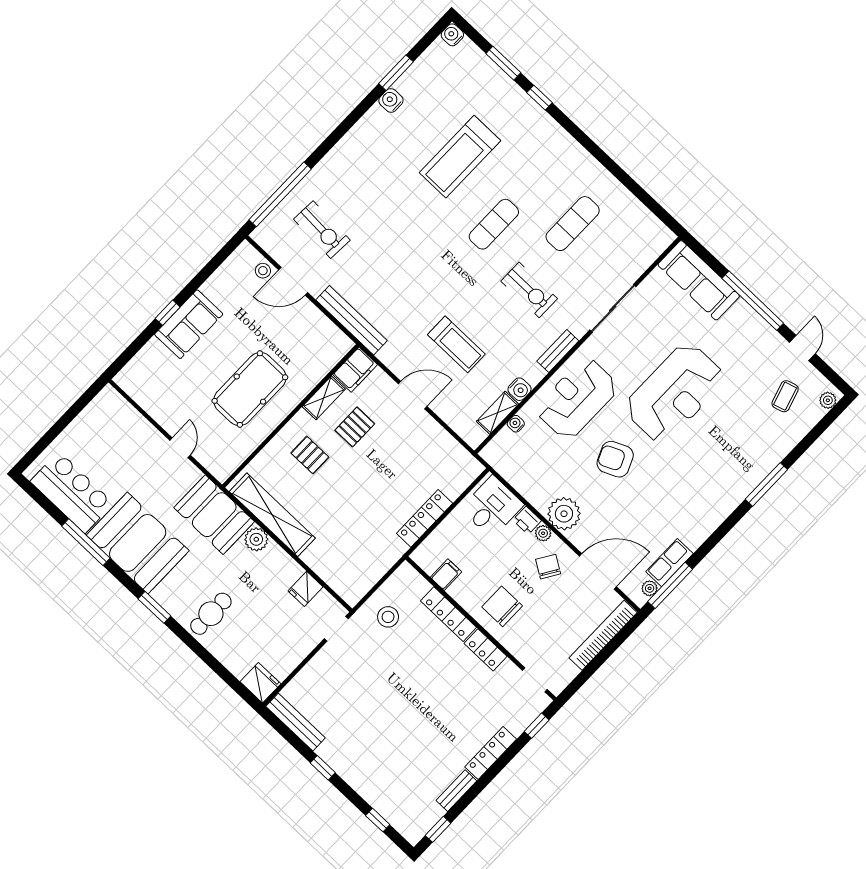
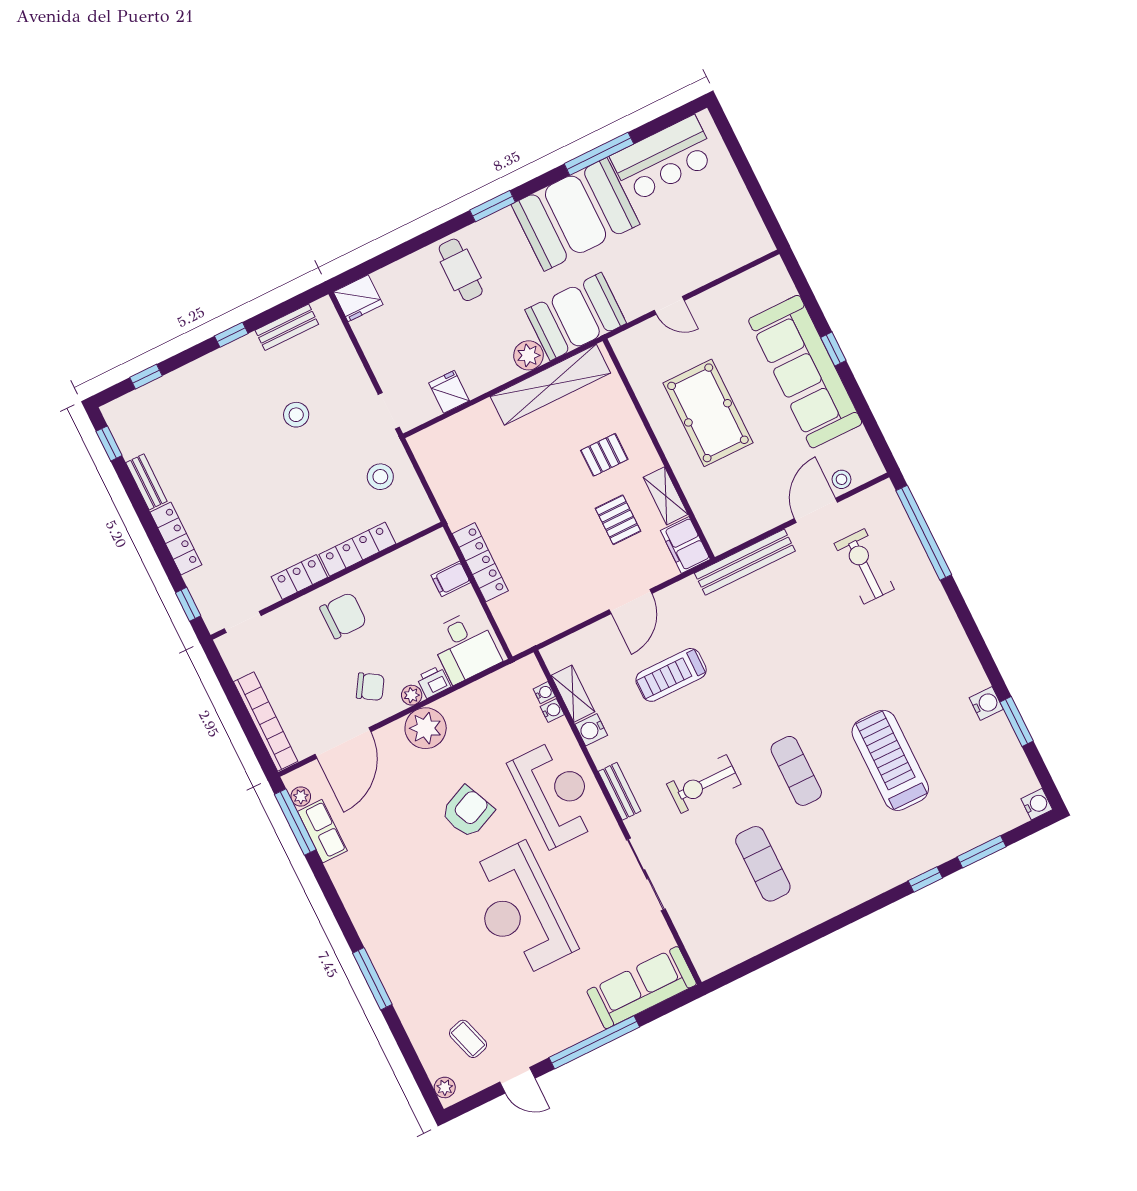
exercise bike: (322, 230) -> (864, 566), turned 87
sofa: (189, 324) -> (805, 372), width x1.85, depth x1.27
water cooler: (505, 435) -> (544, 693), added
filing cabinet: (446, 575) -> (451, 579), moved, turned 90
stool: (365, 697) -> (296, 415), added
bench: (296, 722) -> (287, 327), width x0.73

